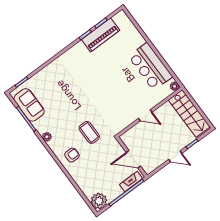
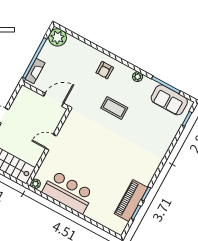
coffee table: (89, 132) -> (114, 108), moved
door: (133, 159) -> (54, 100), moved

